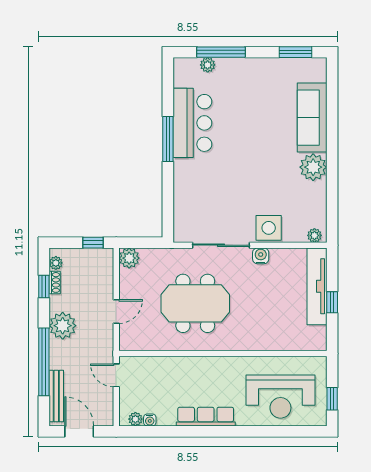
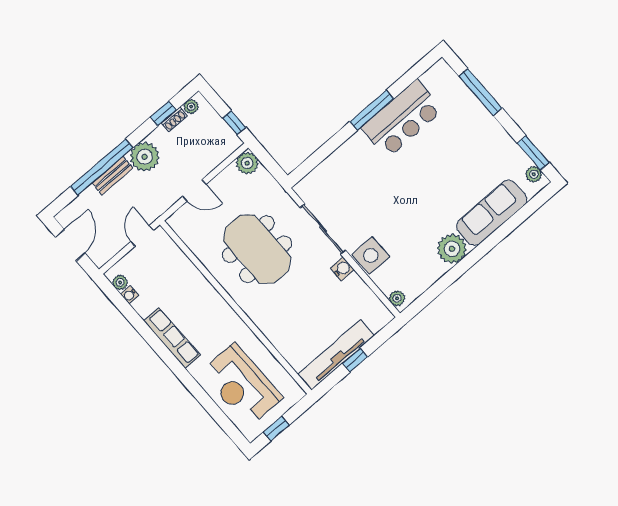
plant: (208, 65) -> (534, 174), moved
tv unit: (317, 286) -> (336, 355), moved
bench: (56, 396) -> (112, 176), moved, width x0.73

